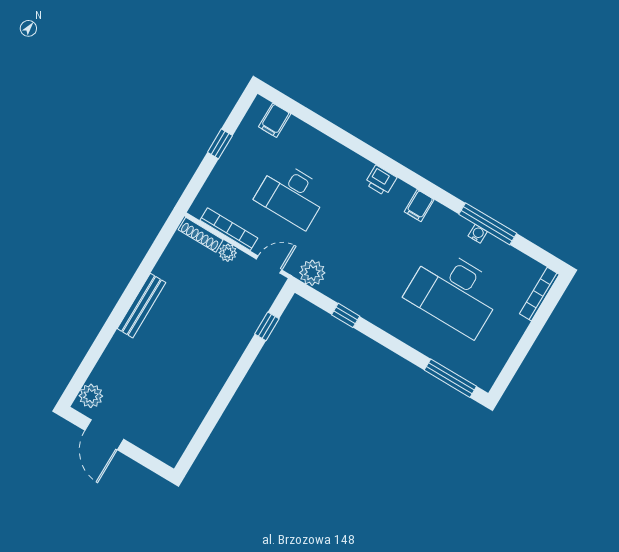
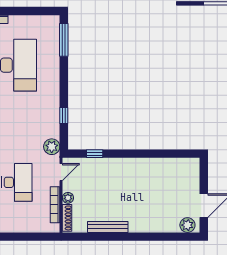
window: (220, 144) -> (13, 237), removed
door: (269, 265) -> (61, 172), swing flipped
bench: (141, 306) -> (108, 227), moved

